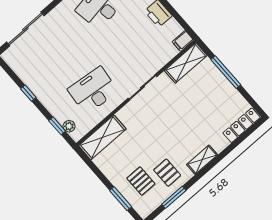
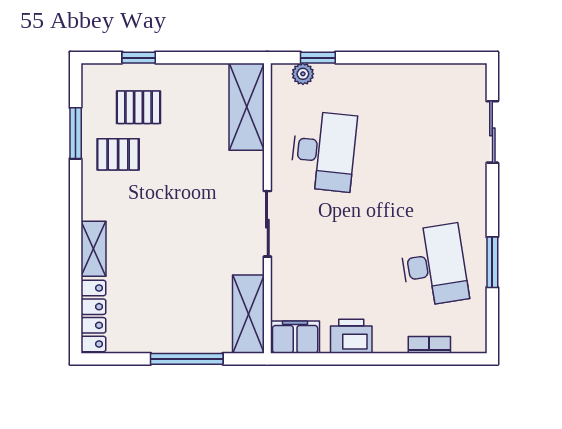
sliding door: (25, 29) -> (492, 132), width x0.73
filing cabinet: (183, 41) -> (295, 337), width x2.00
window: (28, 93) -> (399, 58), removed
shelving: (202, 160) -> (93, 249), moved
window: (121, 199) -> (139, 58), width x0.67

